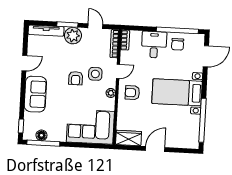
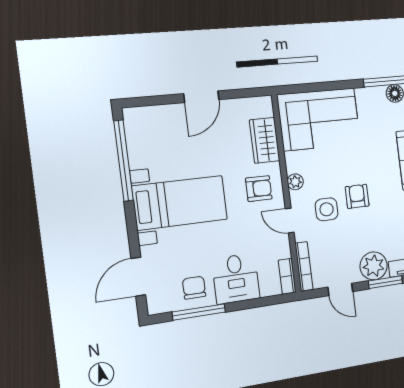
window: (177, 30) -> (199, 312), width x0.68
door: (118, 71) -> (290, 221), hinge flipped
wardrobe: (129, 138) -> (265, 140), moved, turned 90

